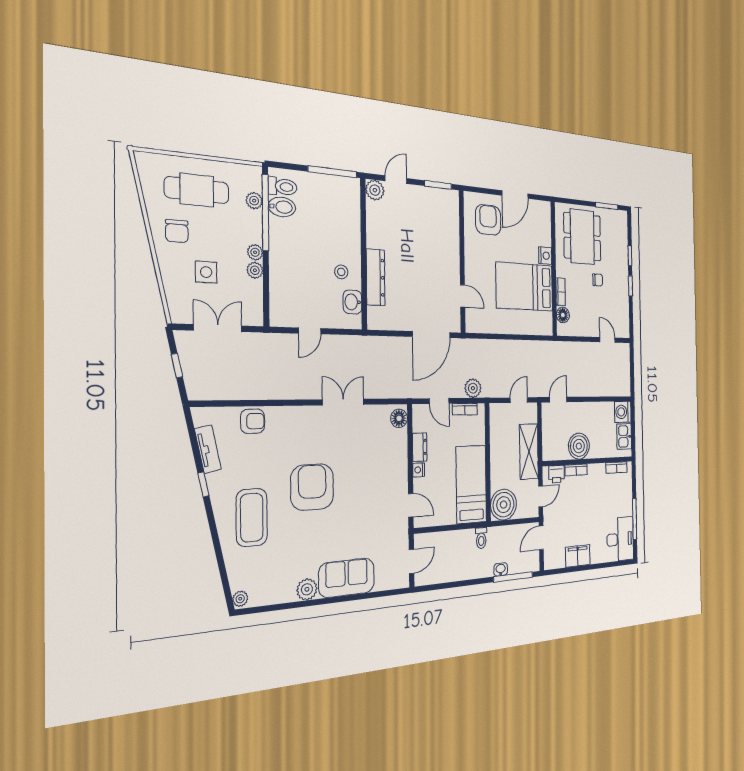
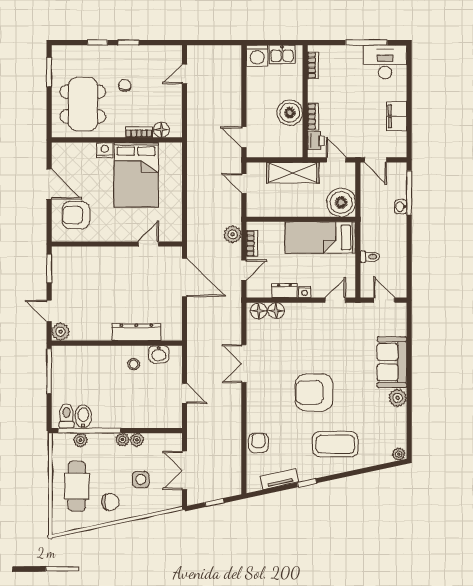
dining table: (582, 237) -> (83, 104), turned 90
floor lamp: (399, 438) -> (276, 311), added
toilet: (481, 538) -> (370, 257), moved

